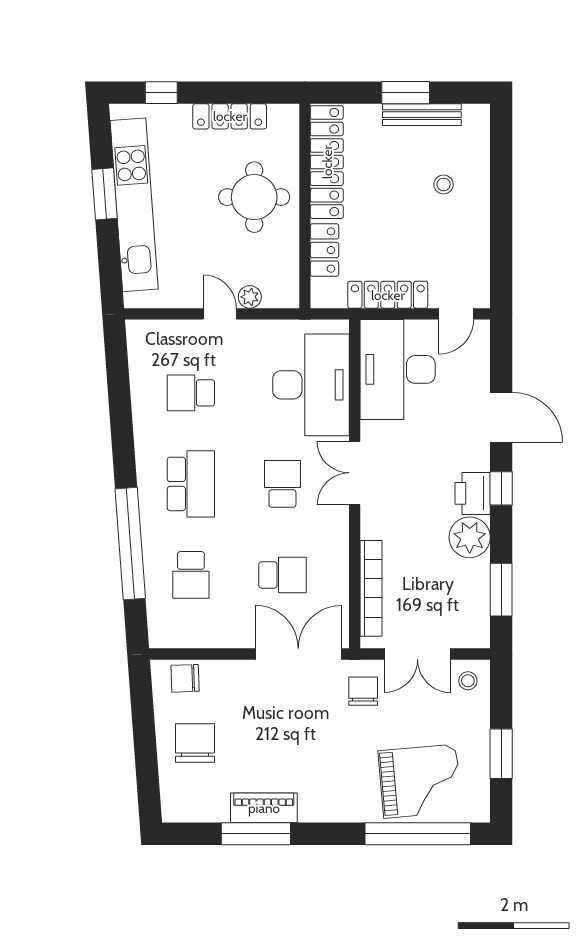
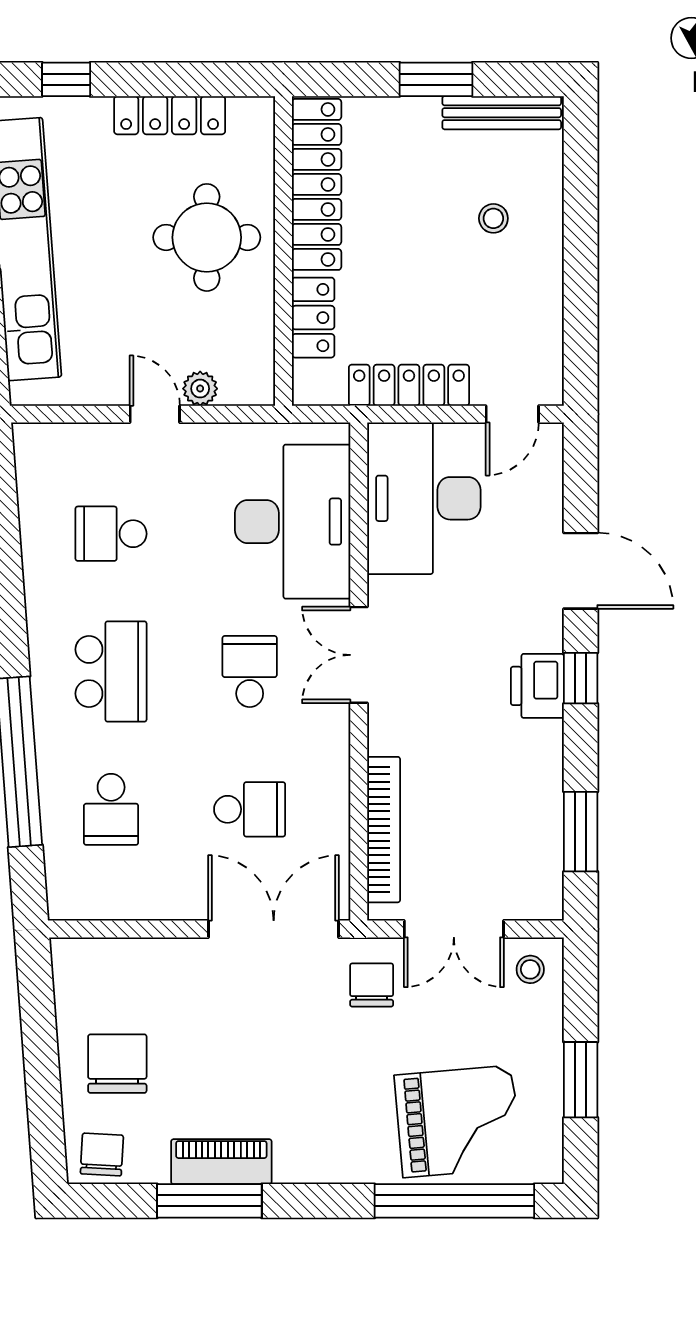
bench: (422, 115) -> (502, 113), moved
plant: (470, 537) -> (533, 752), removed
chair: (185, 678) -> (102, 1155), moved, turned 95

